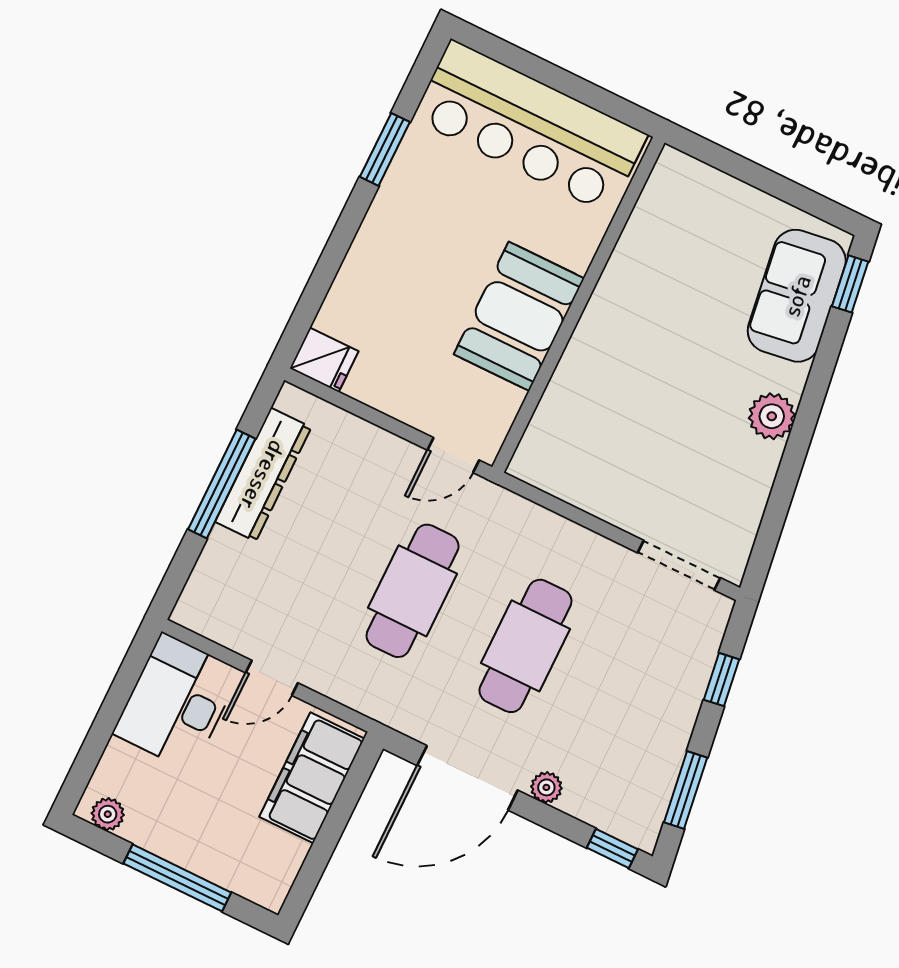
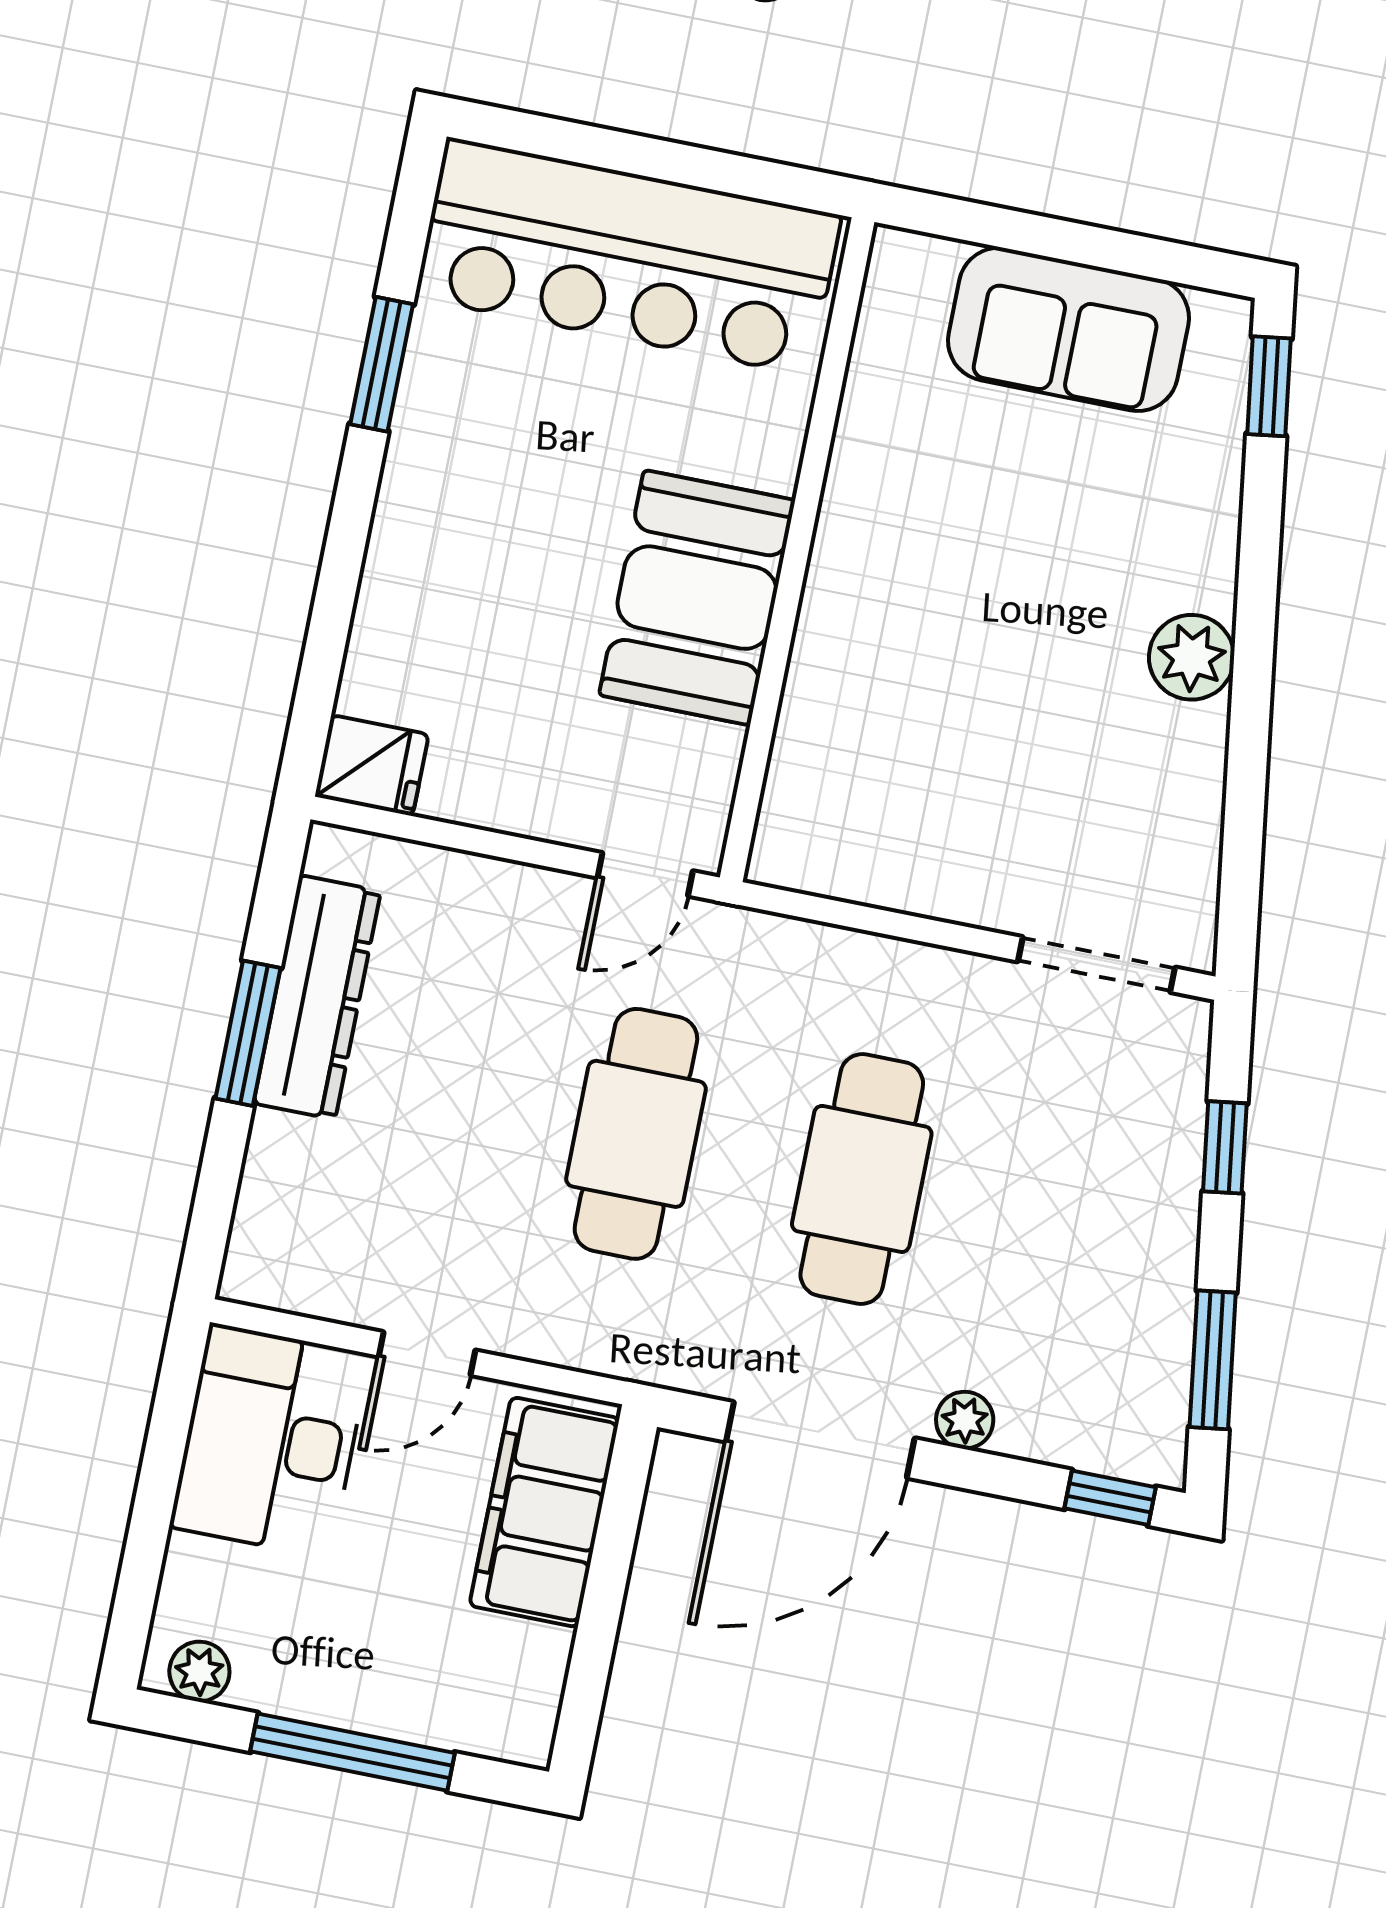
sofa: (797, 296) -> (1068, 329), moved, turned -82
window: (222, 484) -> (248, 1033), width x0.69

